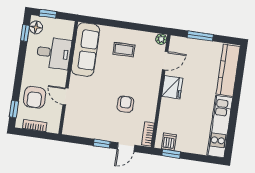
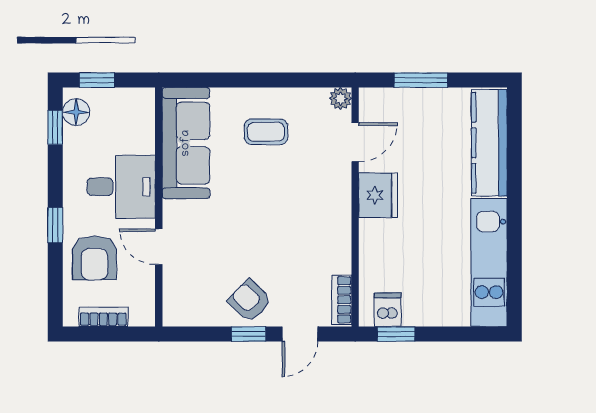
desk: (54, 53) -> (121, 187), moved
armchair: (125, 104) -> (250, 301), moved, turned -46
window: (14, 109) -> (55, 225), moved

